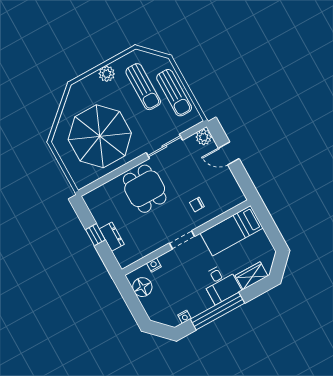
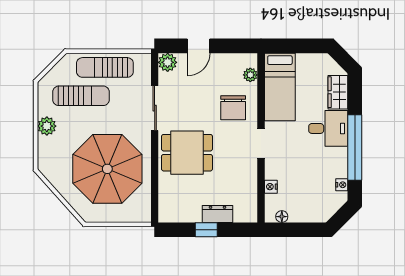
sun lounger: (174, 93) -> (105, 67), turned 180
chair: (197, 204) -> (233, 108), width x1.87, depth x1.87
plant: (228, 204) -> (250, 75), added
floor lamp: (142, 287) -> (282, 217), width x0.53, depth x0.53

